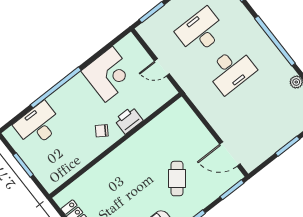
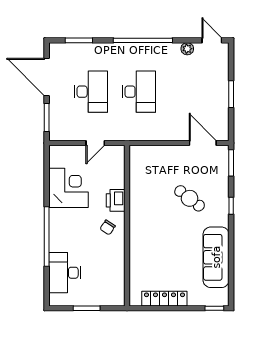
desk: (201, 32) -> (91, 92), turned 180
door: (230, 154) -> (203, 143), swing flipped

